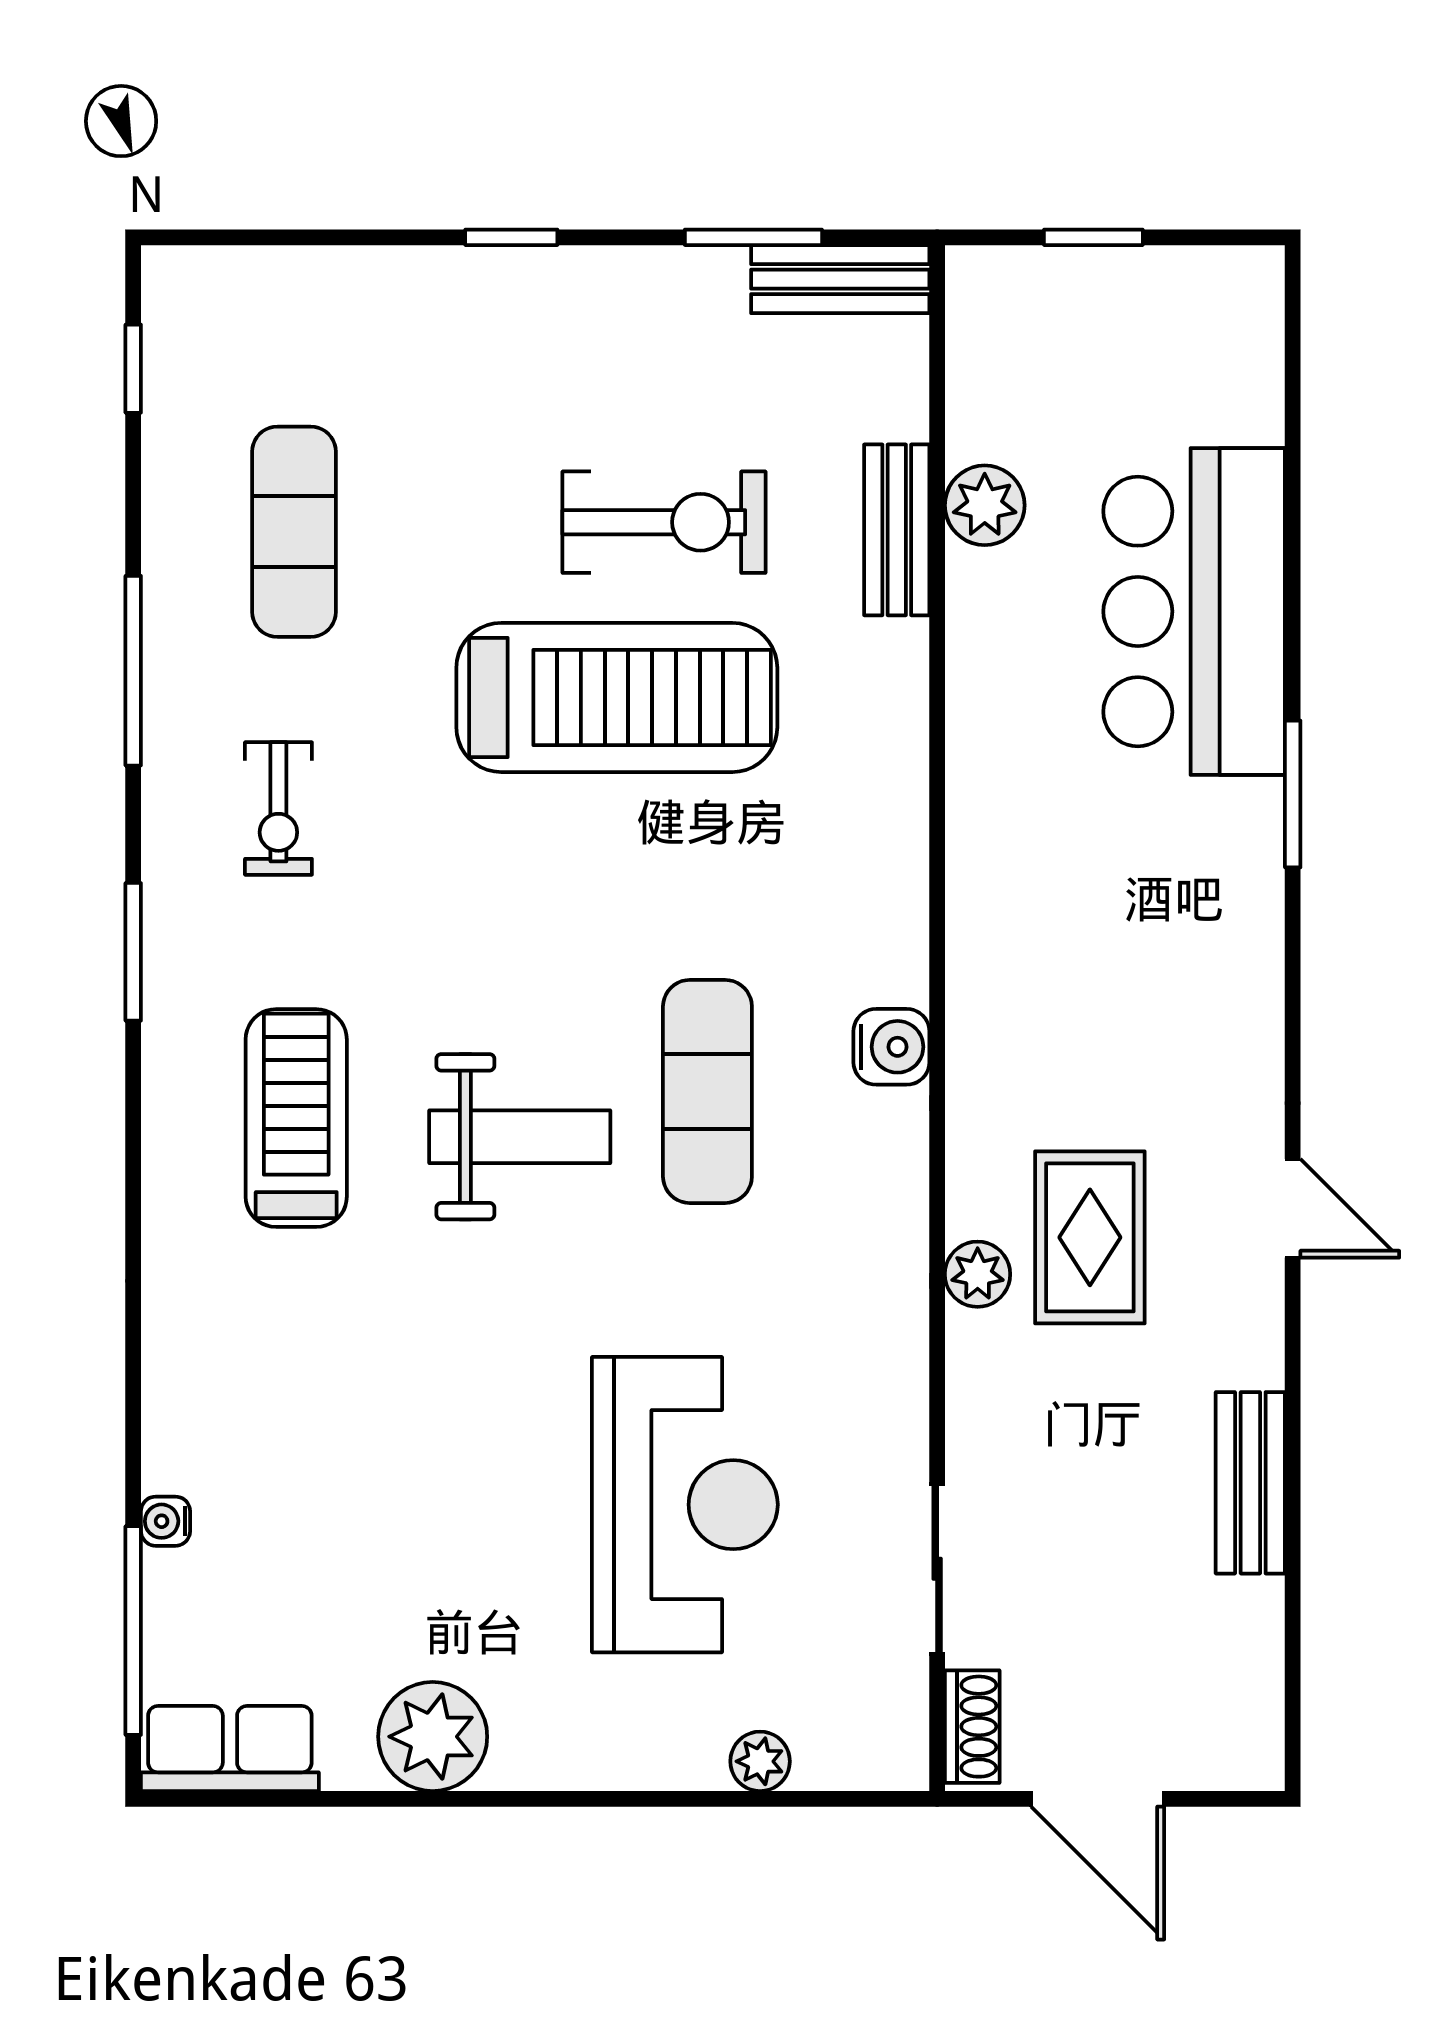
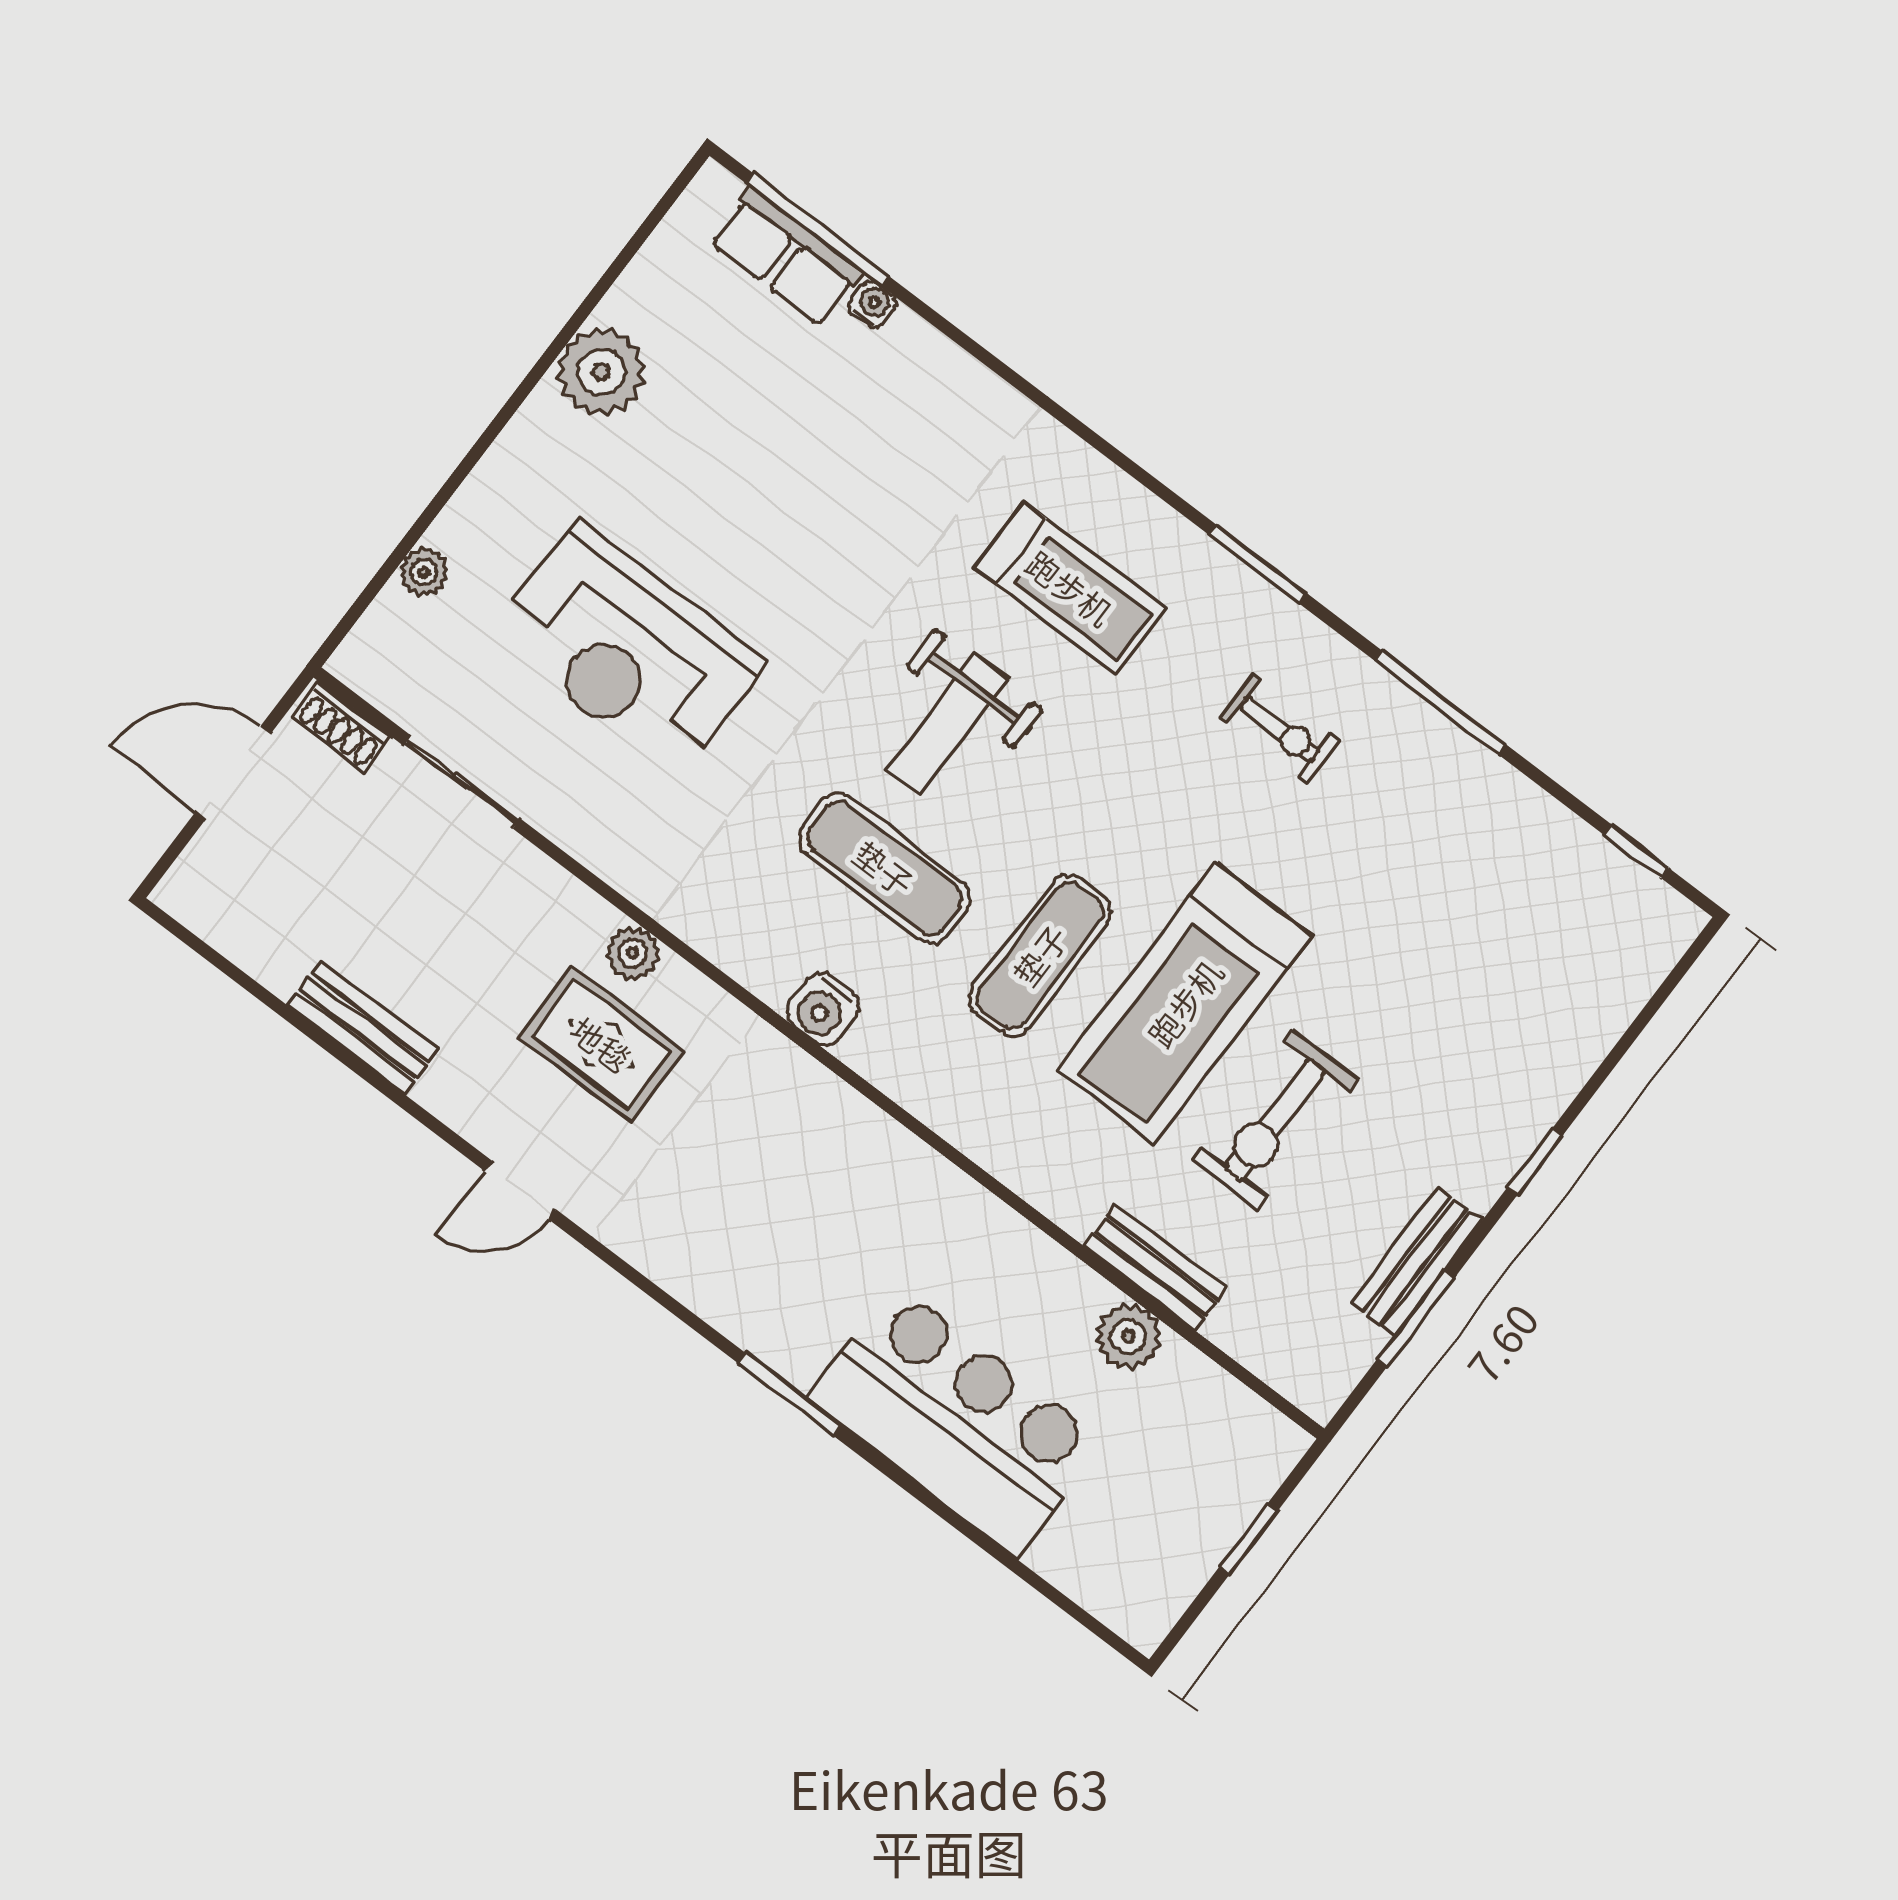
bench: (840, 279) -> (1416, 1262), moved
exercise mat: (294, 532) -> (1040, 955), moved, turned 90
exercise bike: (278, 808) -> (1279, 729), turned 180
row of seats: (230, 1749) -> (786, 257), moved, turned 90

